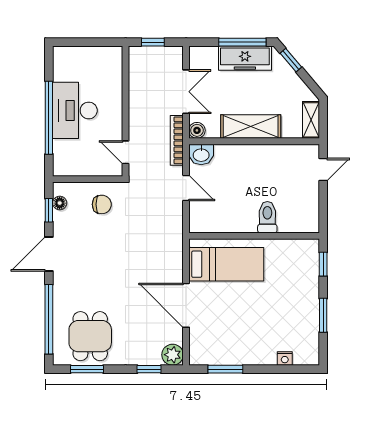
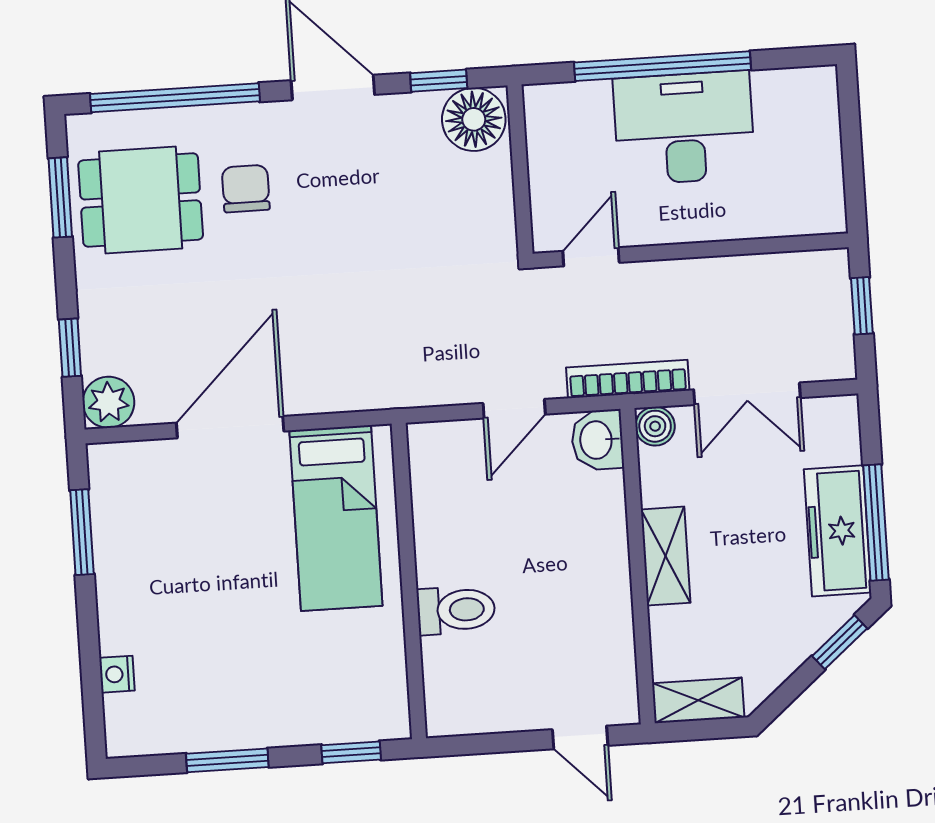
shelving: (251, 127) -> (666, 556), width x0.67, depth x0.75
floor lamp: (60, 203) -> (474, 119), width x1.89, depth x1.89
chair: (102, 204) -> (246, 189), moved, turned 180

